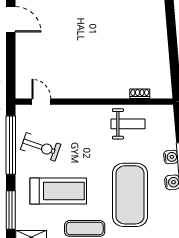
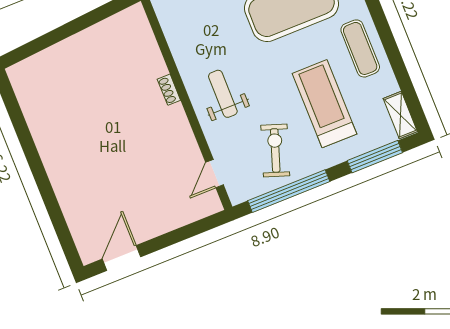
shoe rack: (140, 94) -> (169, 90), moved
weight bench: (128, 124) -> (223, 94), moved

